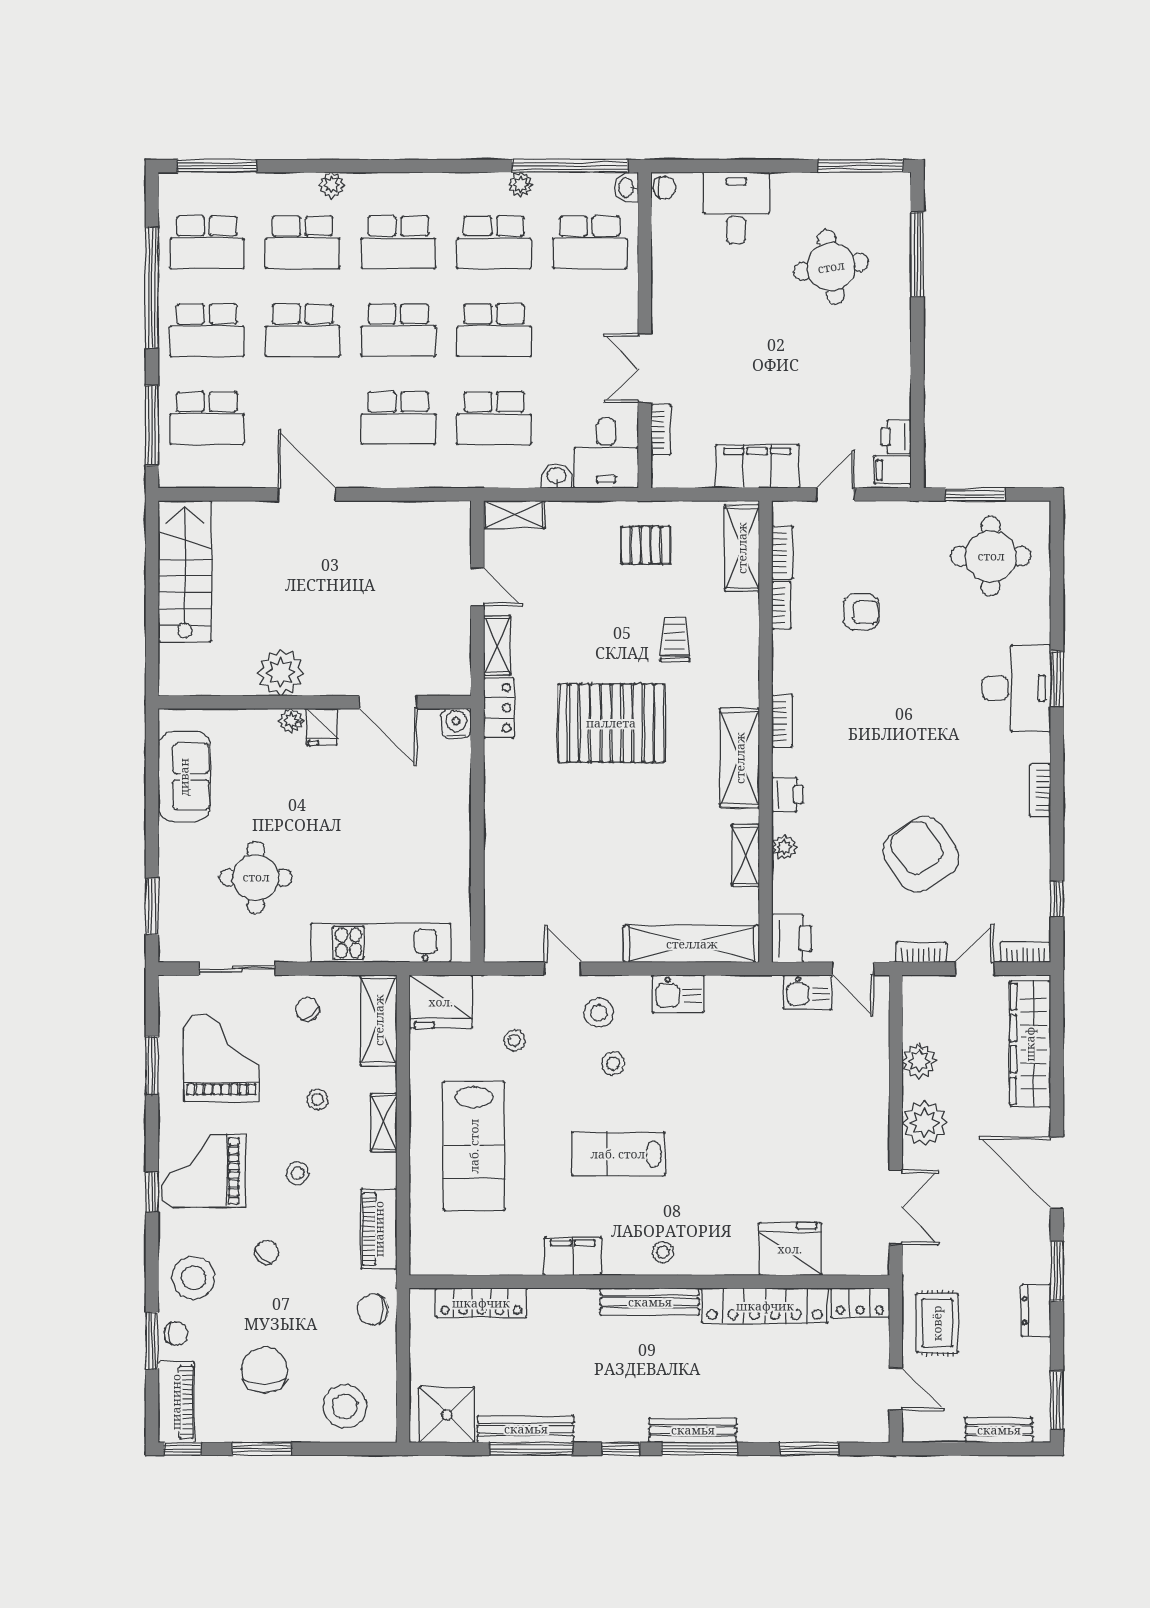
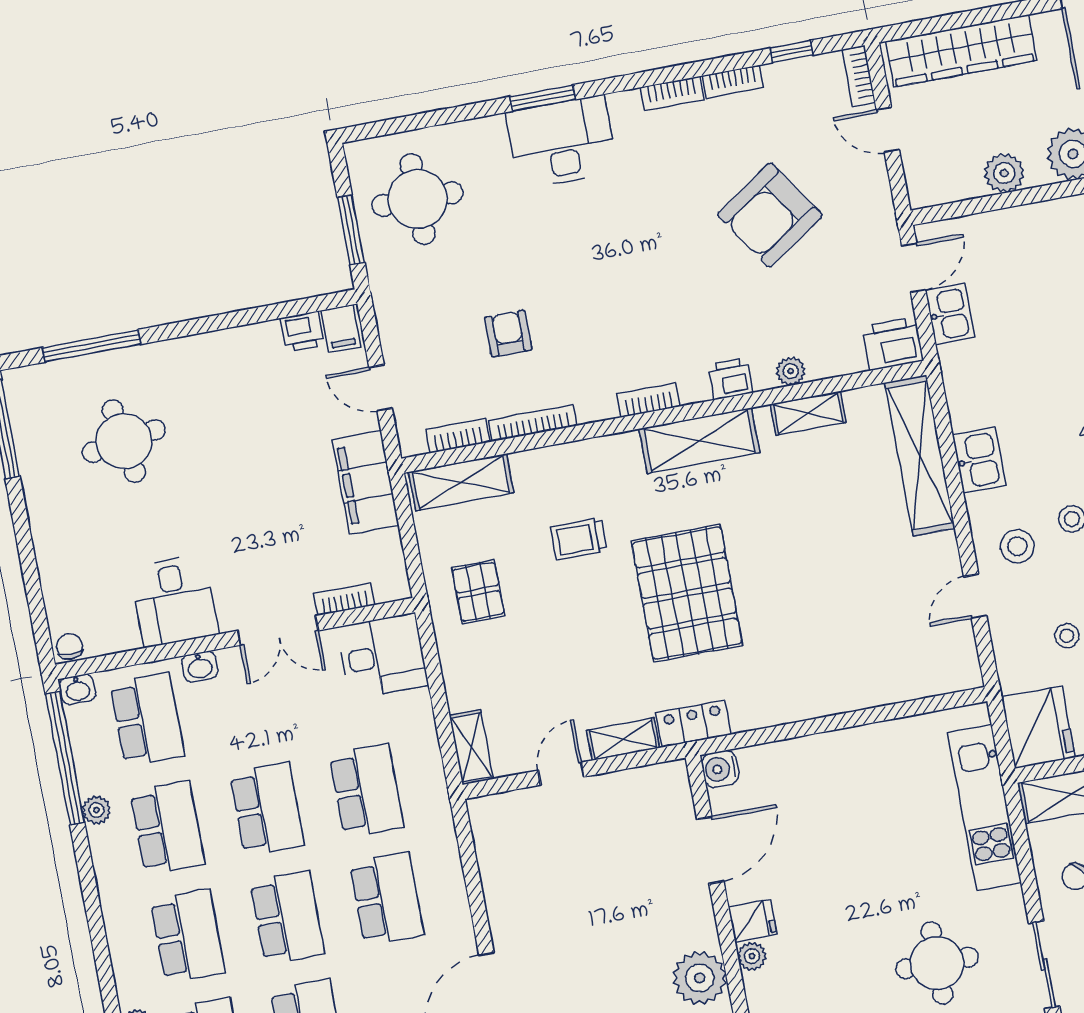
desk: (736, 208) -> (174, 601), moved, turned -90
washbasin: (557, 476) -> (200, 667), moved, turned -90
bookcase: (781, 605) -> (533, 423), width x1.56
bookcase: (921, 952) -> (733, 82), moved, turned -90

